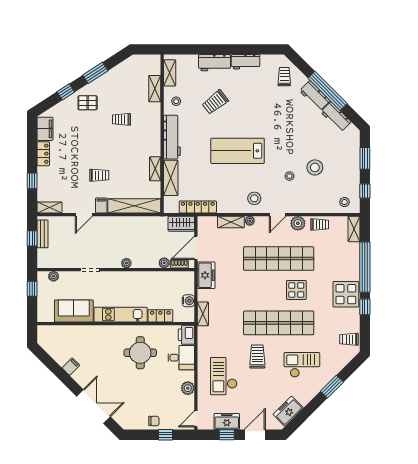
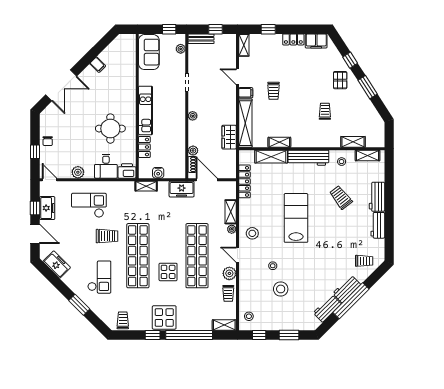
wardrobe: (181, 224) -> (229, 137), moved
bench: (43, 234) -> (201, 39), moved
sofa: (74, 311) -> (149, 52), moved

